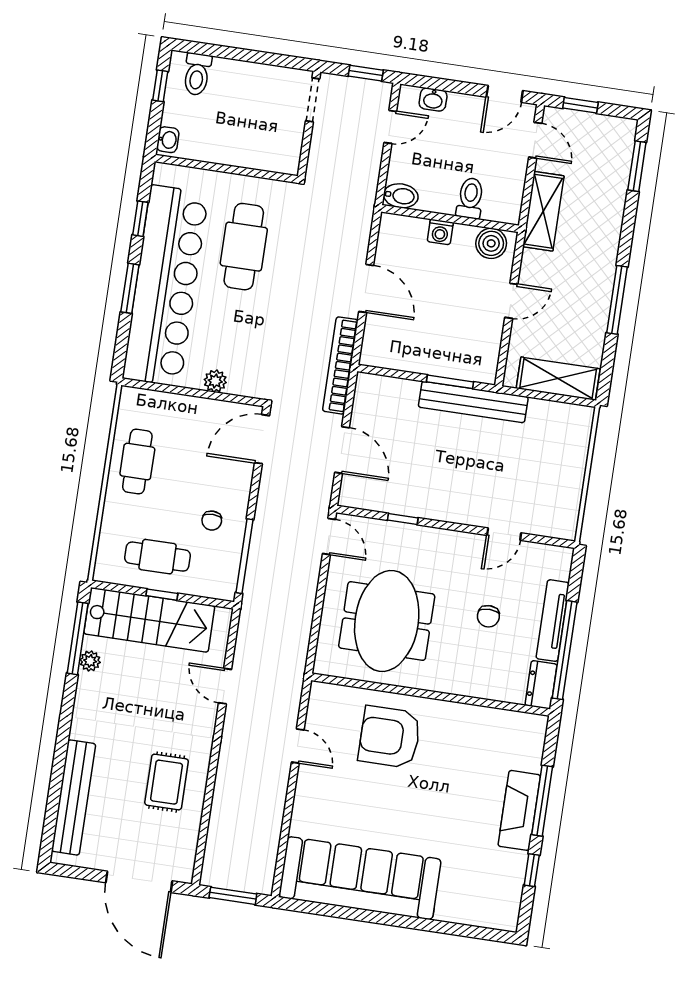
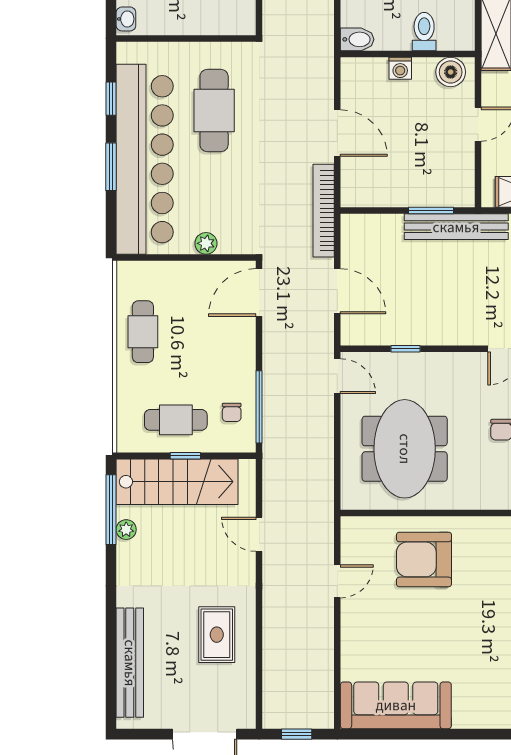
chair: (212, 521) -> (232, 412), moved
door: (298, 746) -> (337, 581), hinge flipped
sofa: (360, 878) -> (396, 705), width x0.74, depth x0.79
window: (233, 896) -> (297, 734), width x0.67

